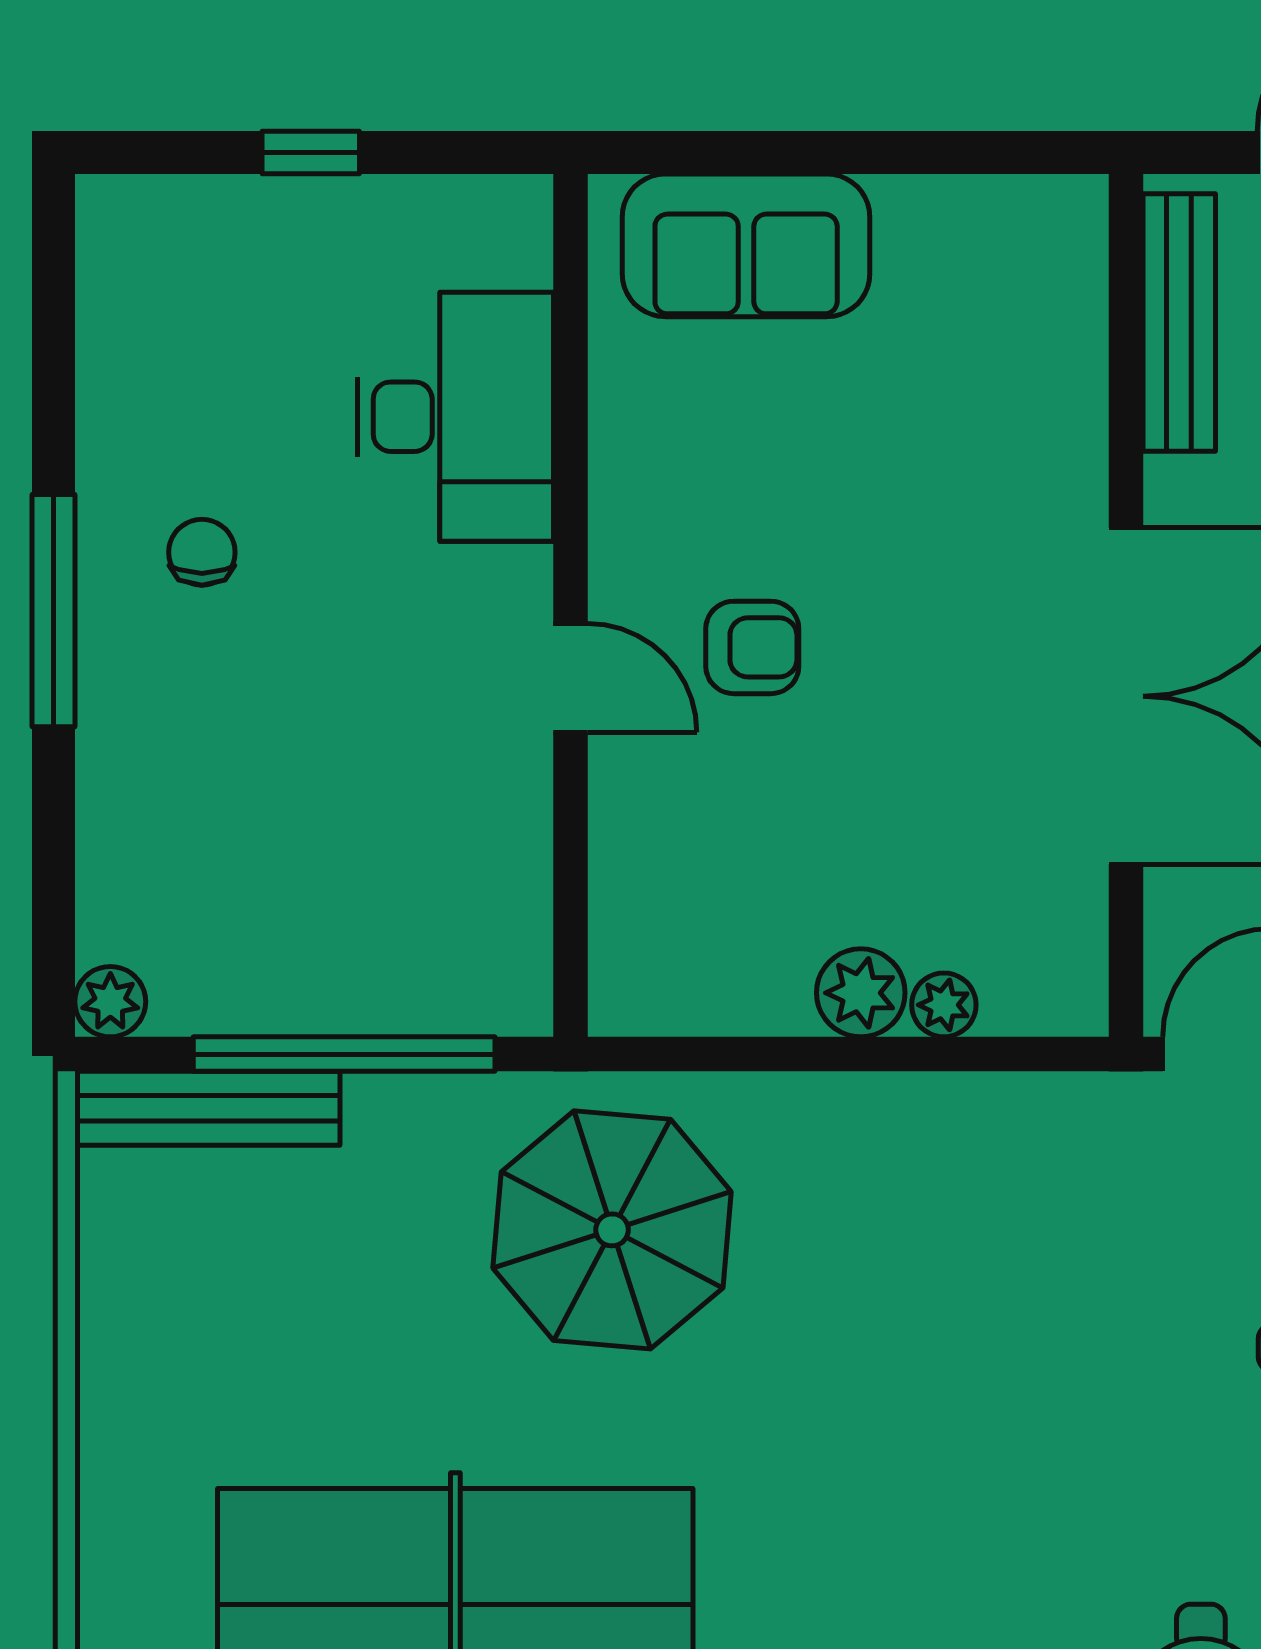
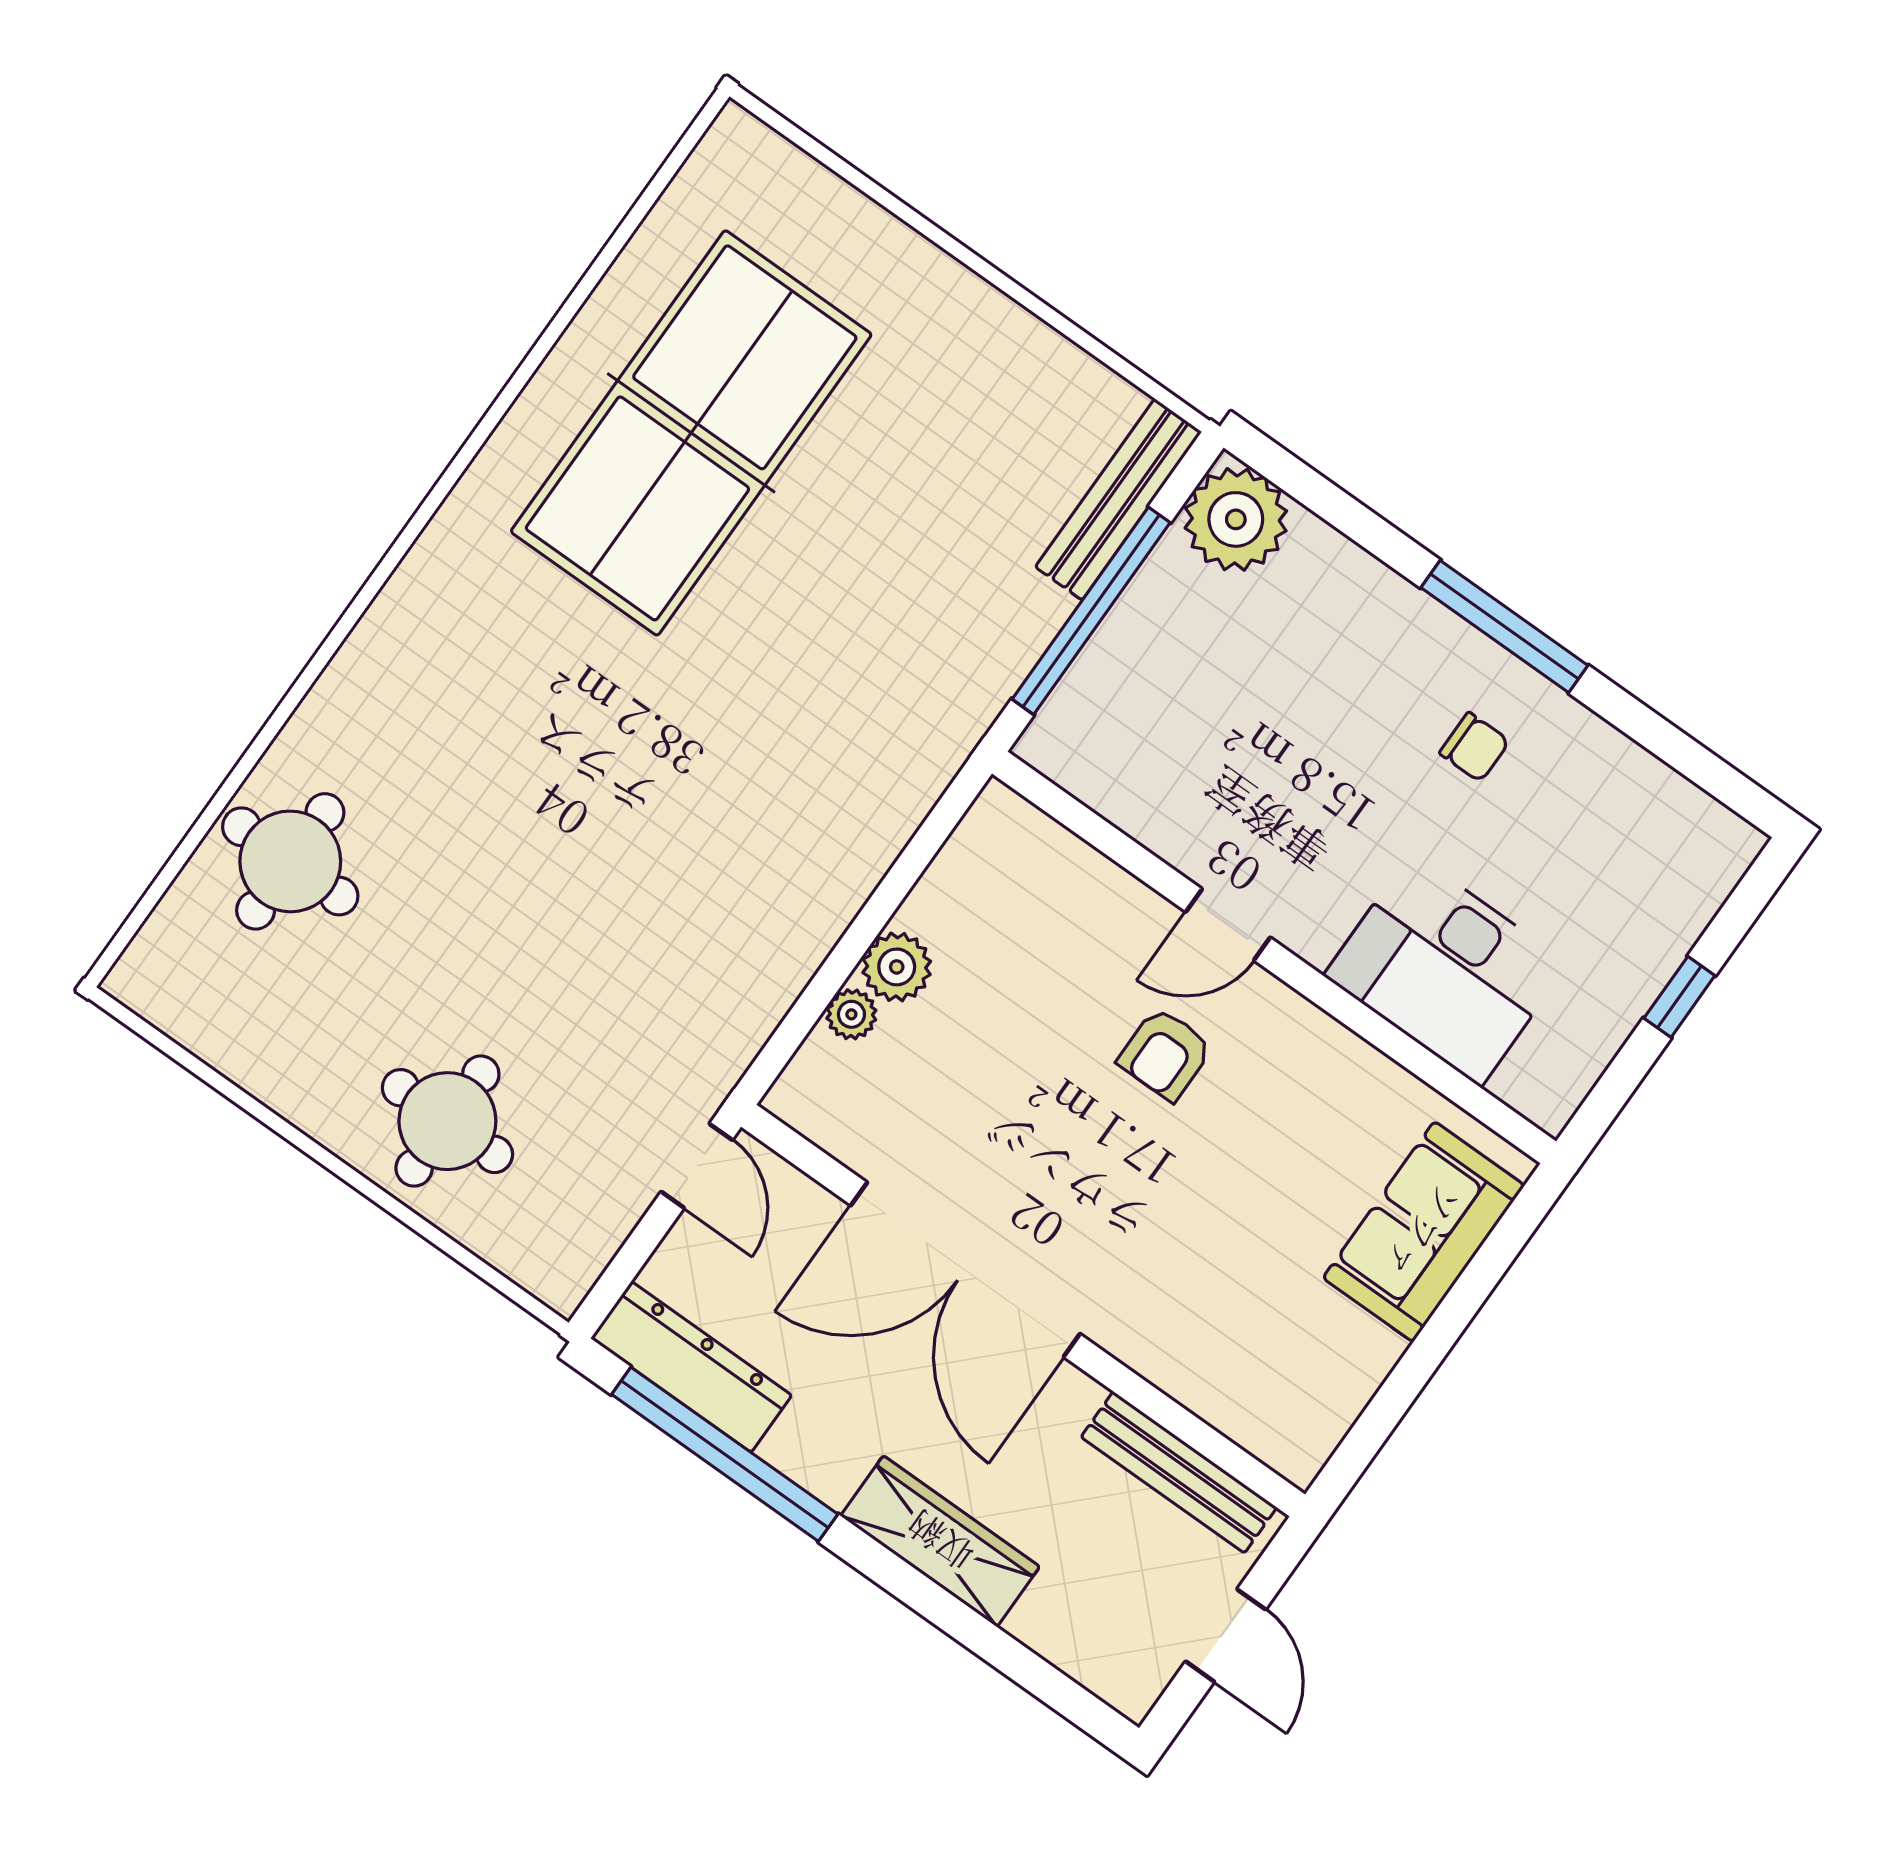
plant: (110, 1002) -> (1236, 519), width x1.88, depth x1.88
parasol: (612, 1230) -> (858, 702), removed

